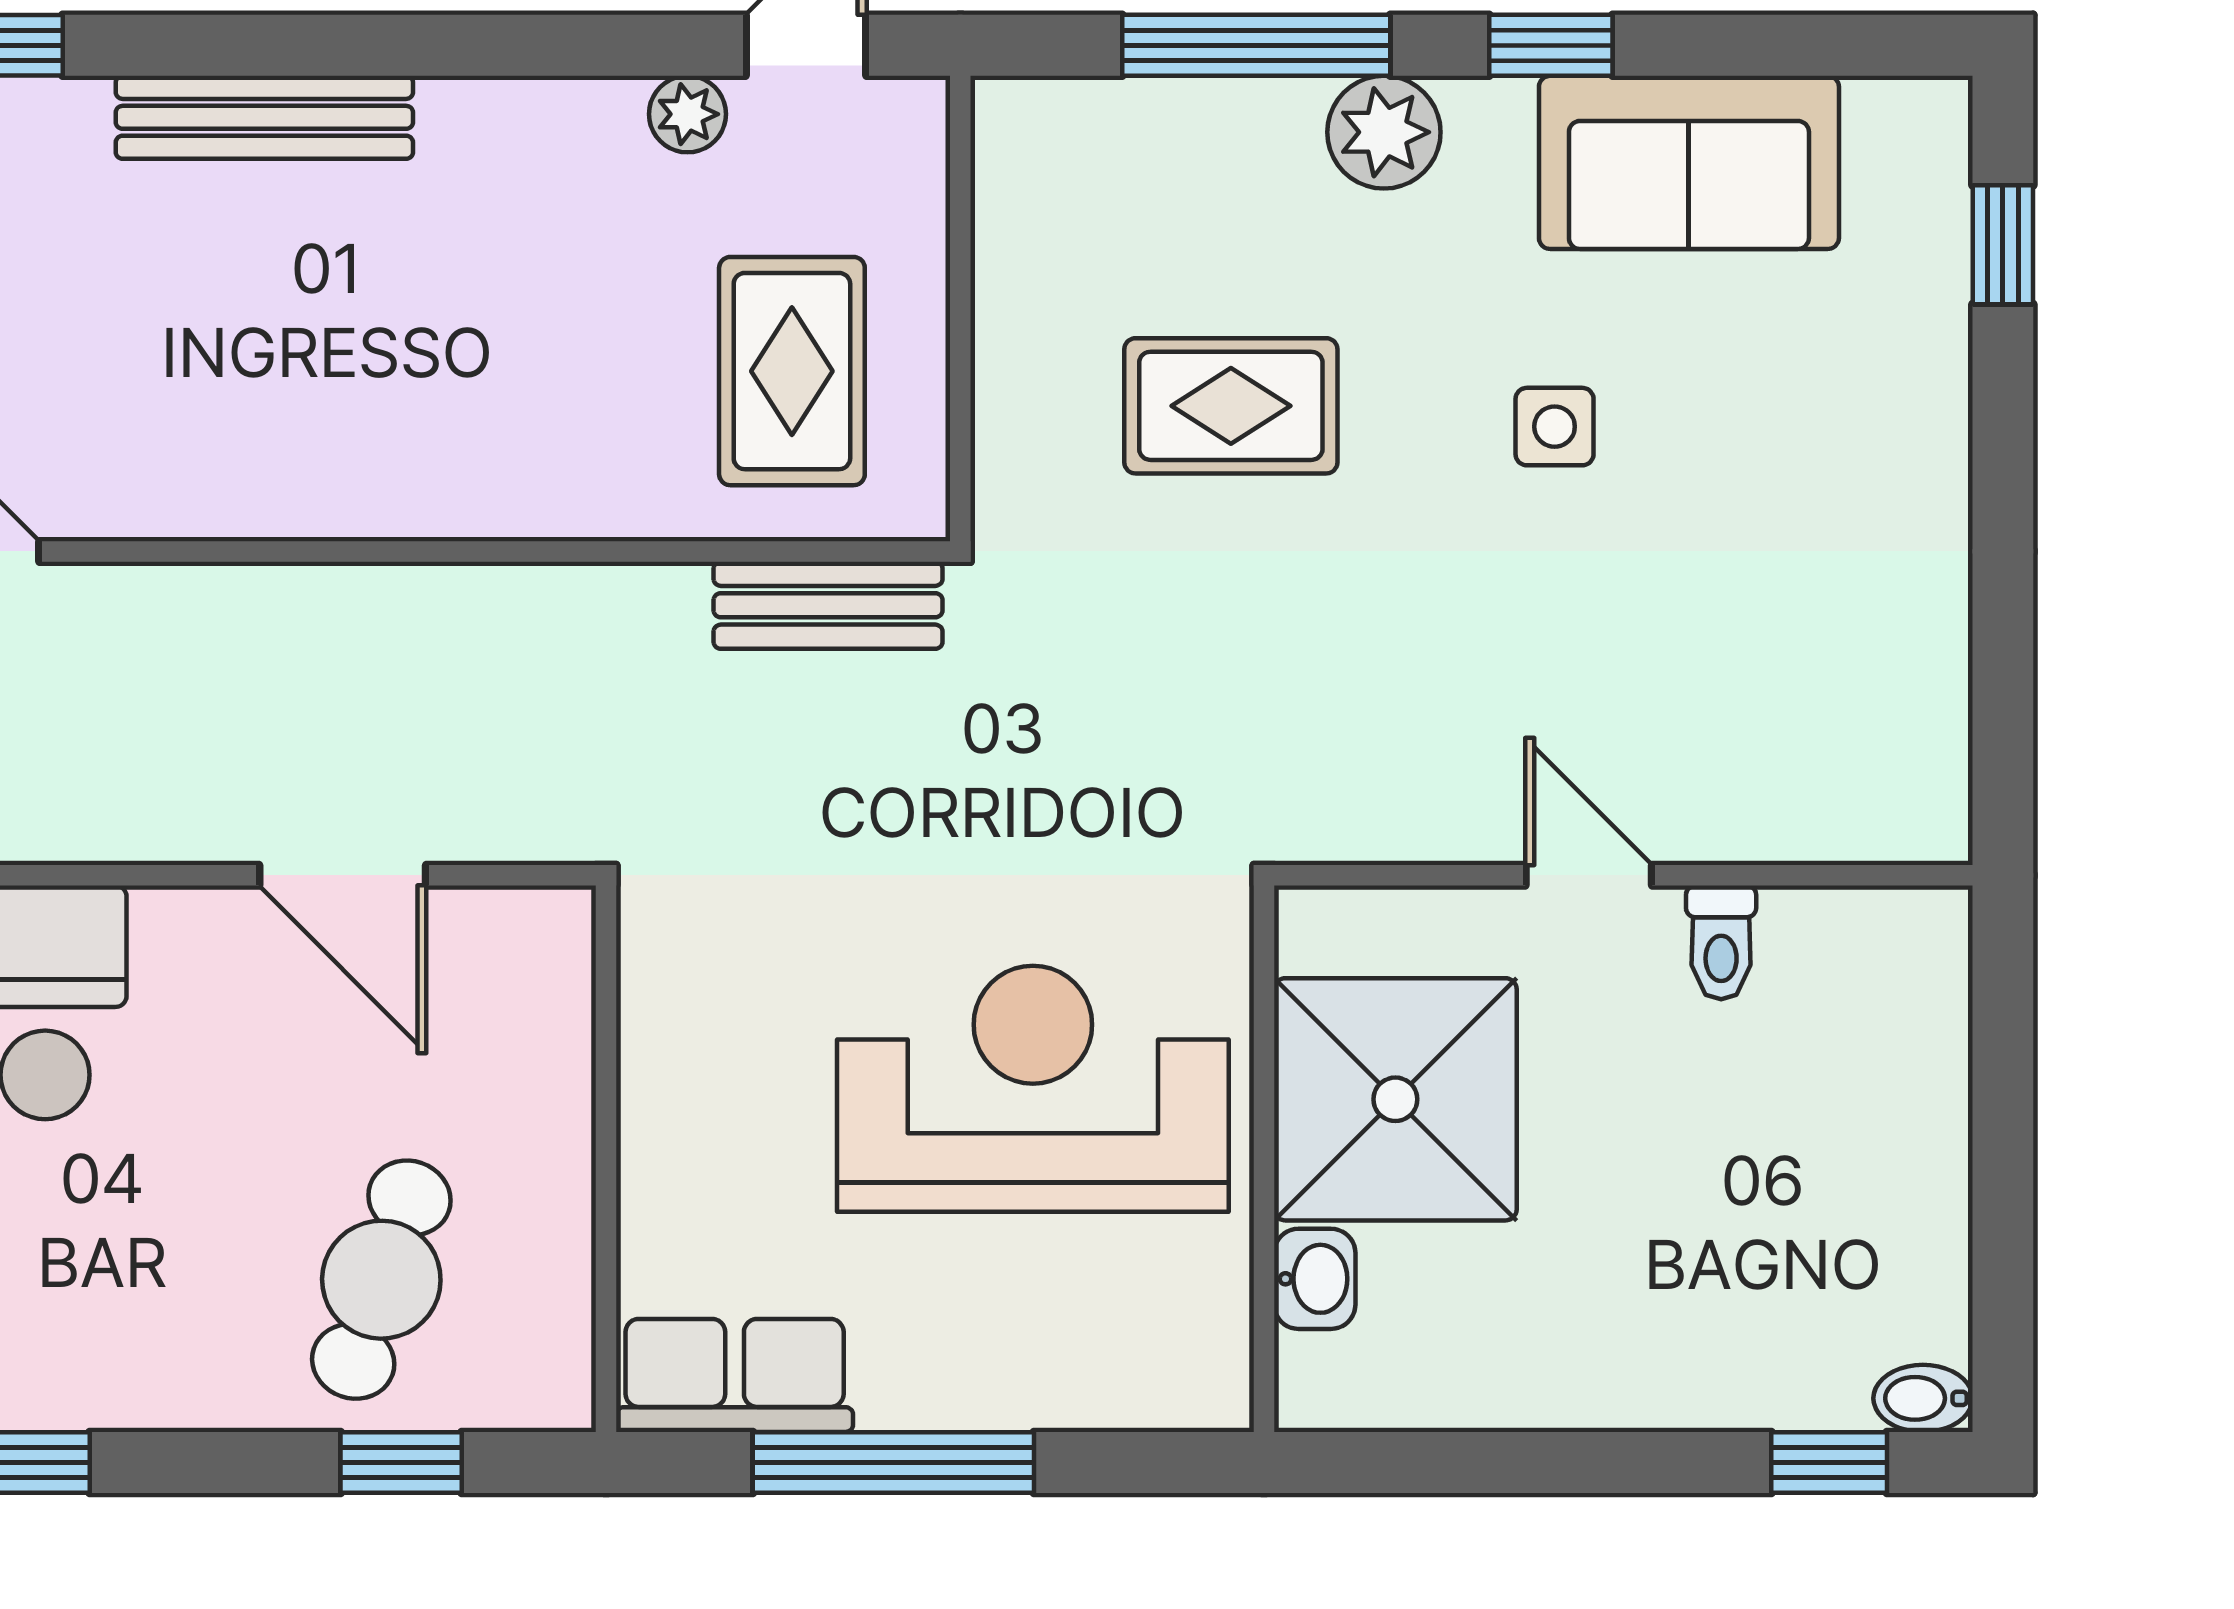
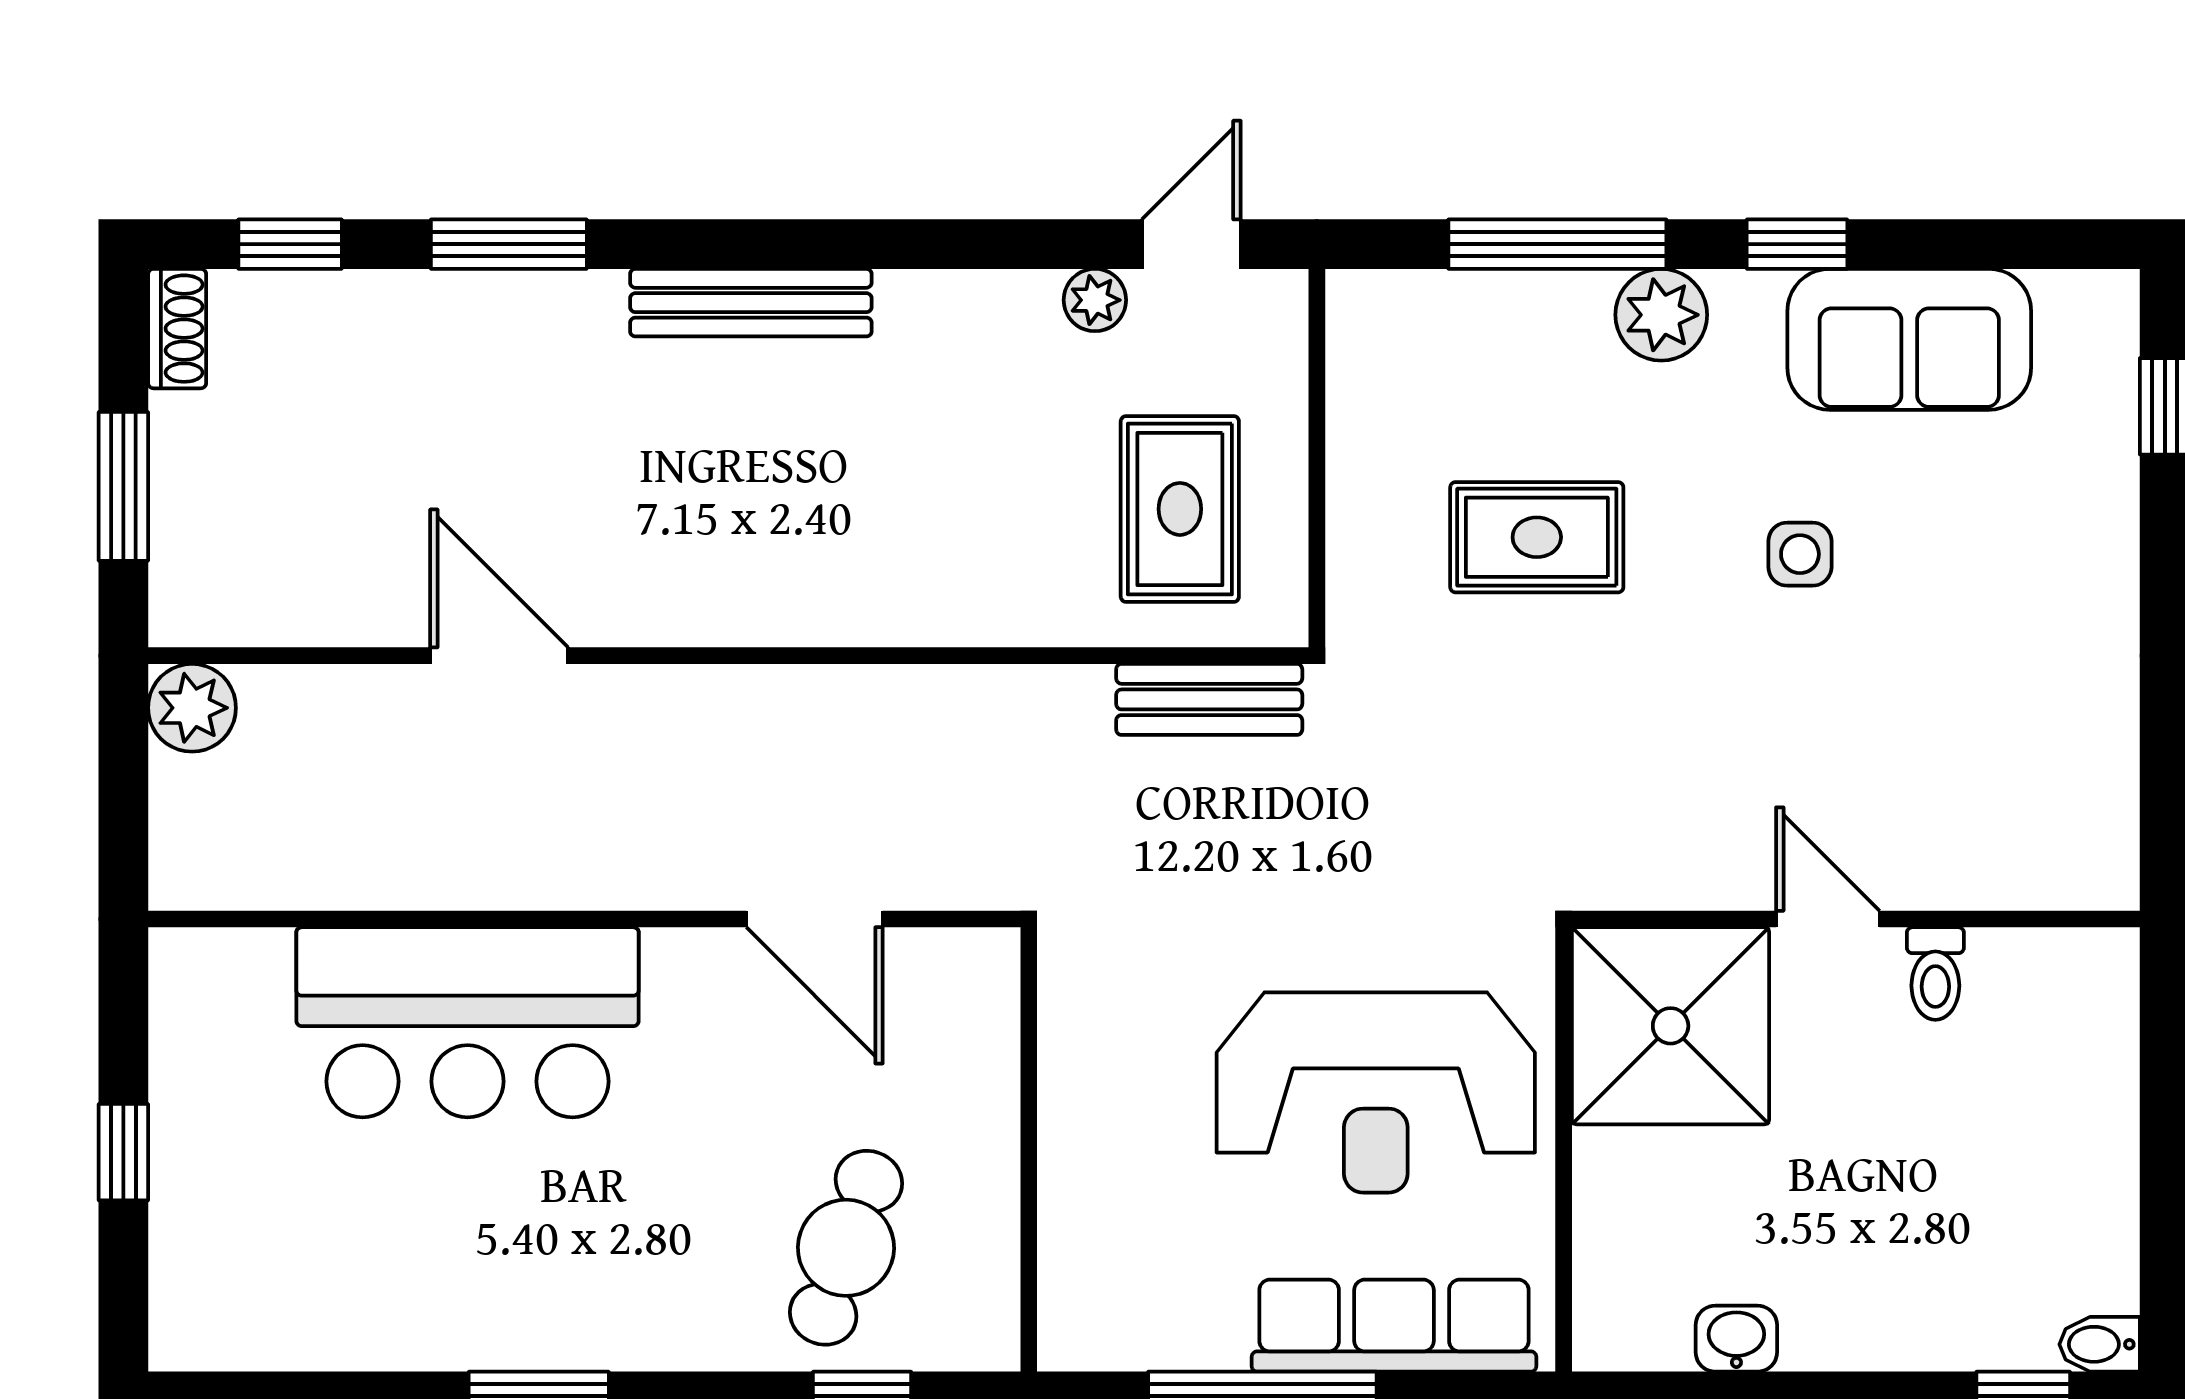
reception desk: (1033, 1089) -> (1376, 1093), turned 180
shower: (1395, 1099) -> (1671, 1026), moved
washbasin: (1315, 1279) -> (1736, 1339), moved, turned -90
row of seats: (735, 1375) -> (1394, 1326), moved, width x1.48

